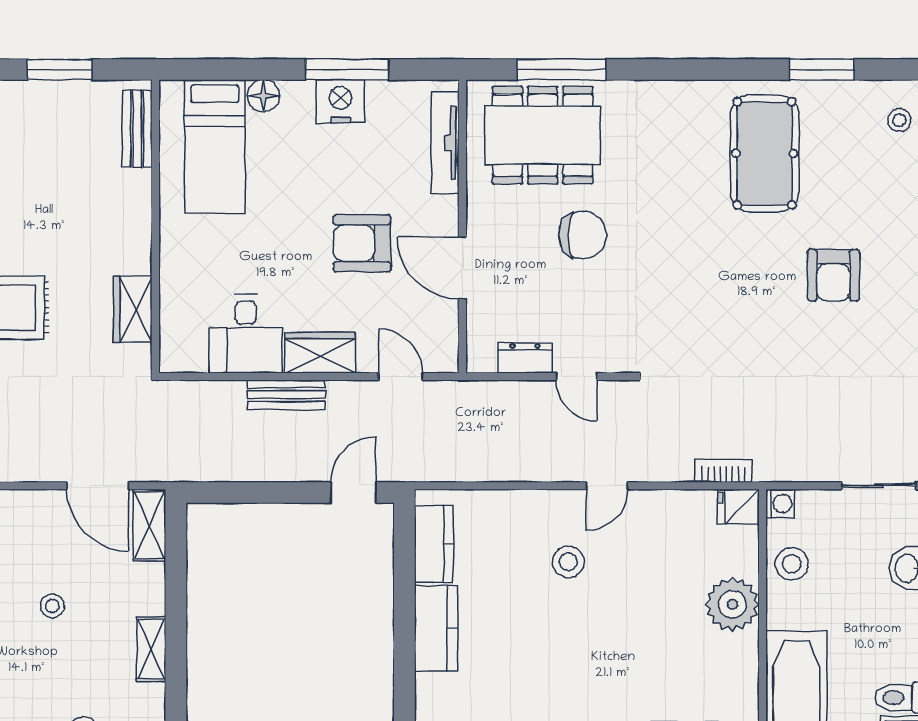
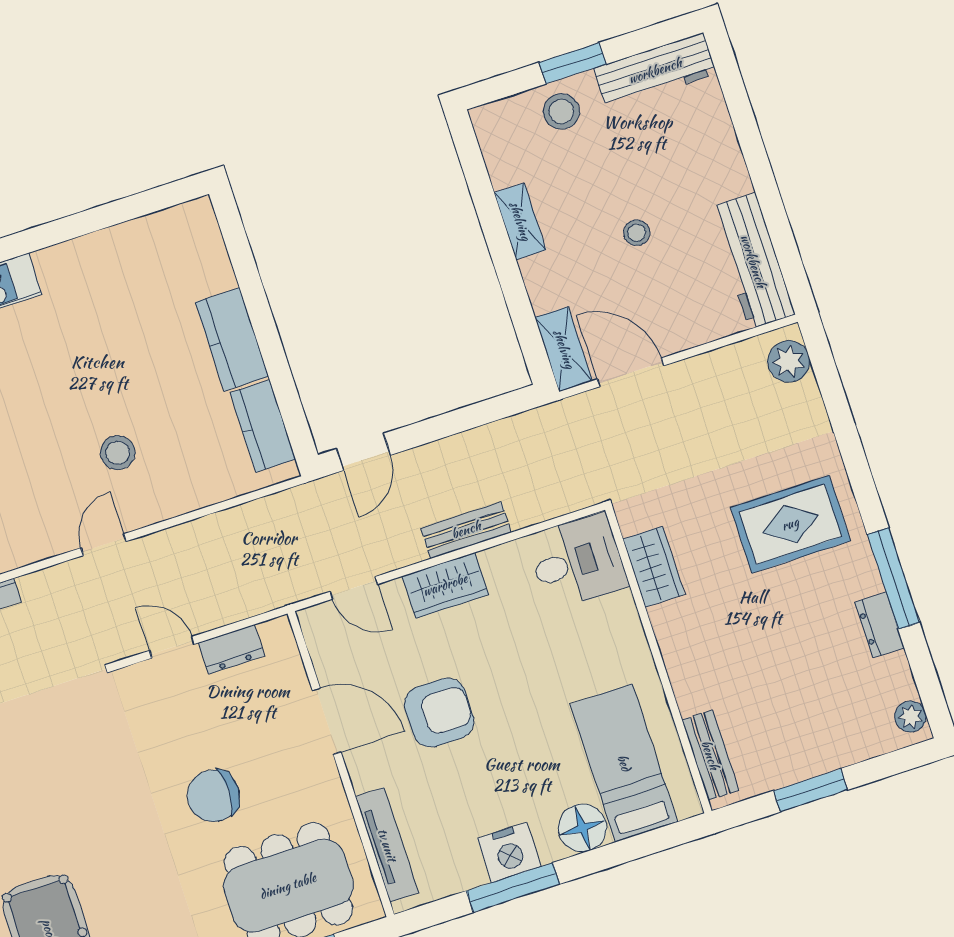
floor lamp: (264, 96) -> (582, 828), width x1.38, depth x1.38
desk: (246, 334) -> (577, 562), moved, turned 90

